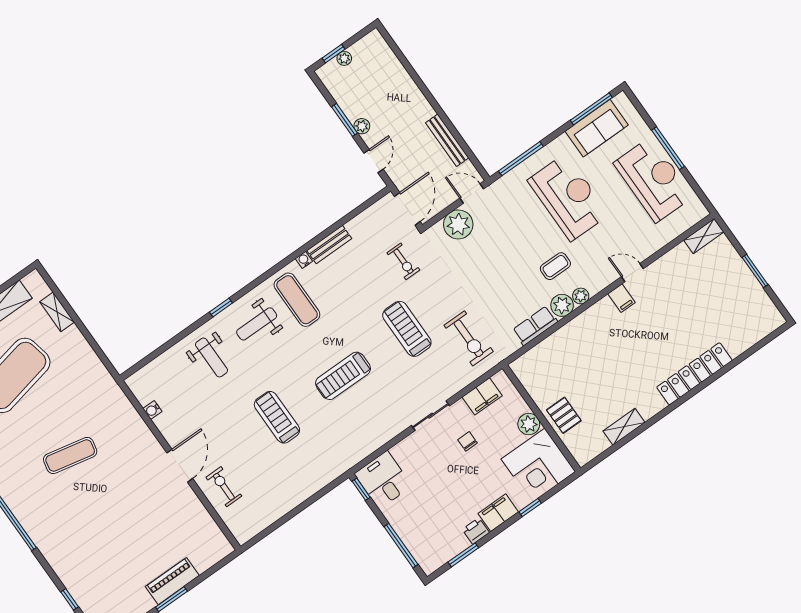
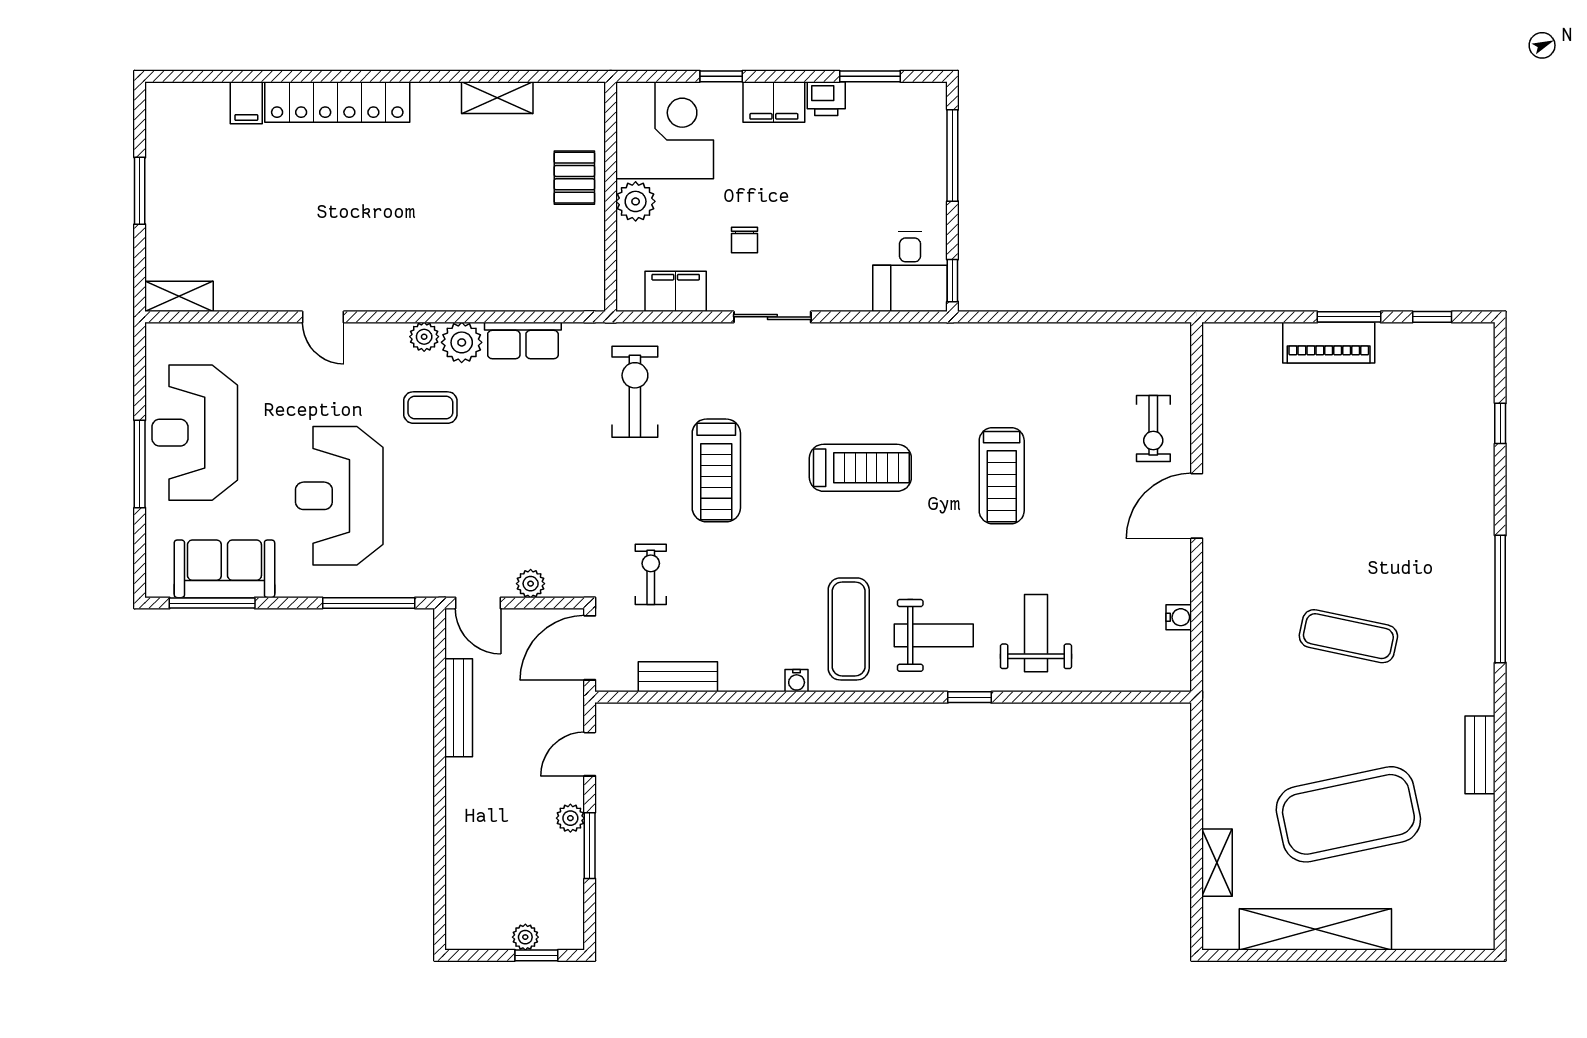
plant: (458, 224) -> (531, 584), width x0.53, depth x0.53
bench: (329, 245) -> (678, 677), moved
filing cabinet: (622, 298) -> (246, 103), moved, turned 180

